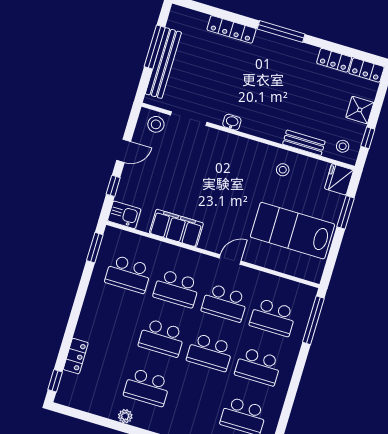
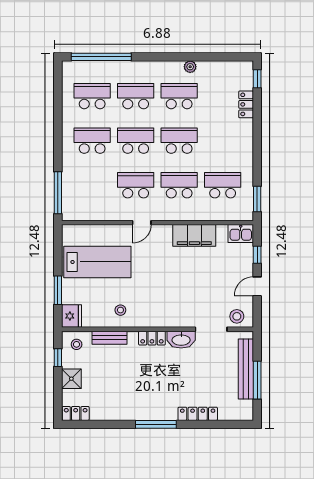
locker: (334, 60) -> (152, 338), moved, turned 180
washbasin: (232, 122) -> (181, 340), width x1.91, depth x1.45
school desk: (273, 317) -> (136, 96), moved

